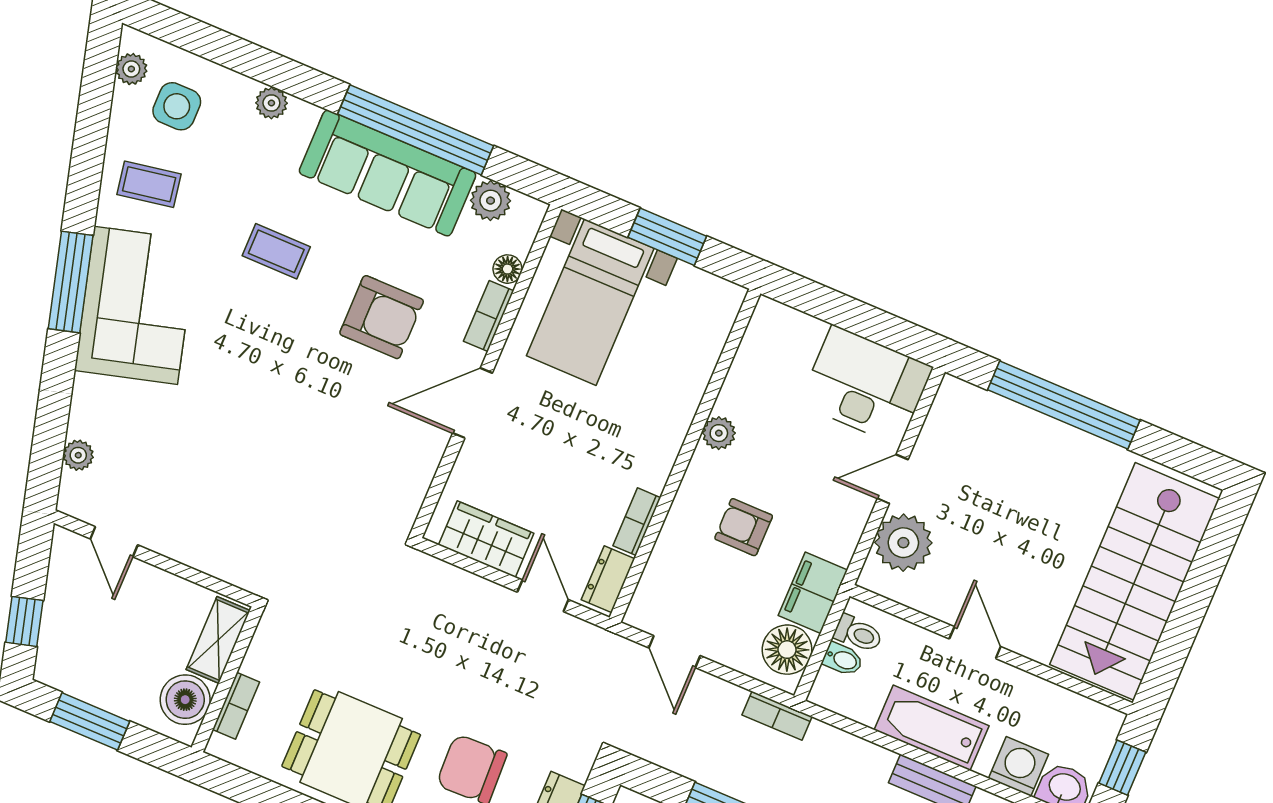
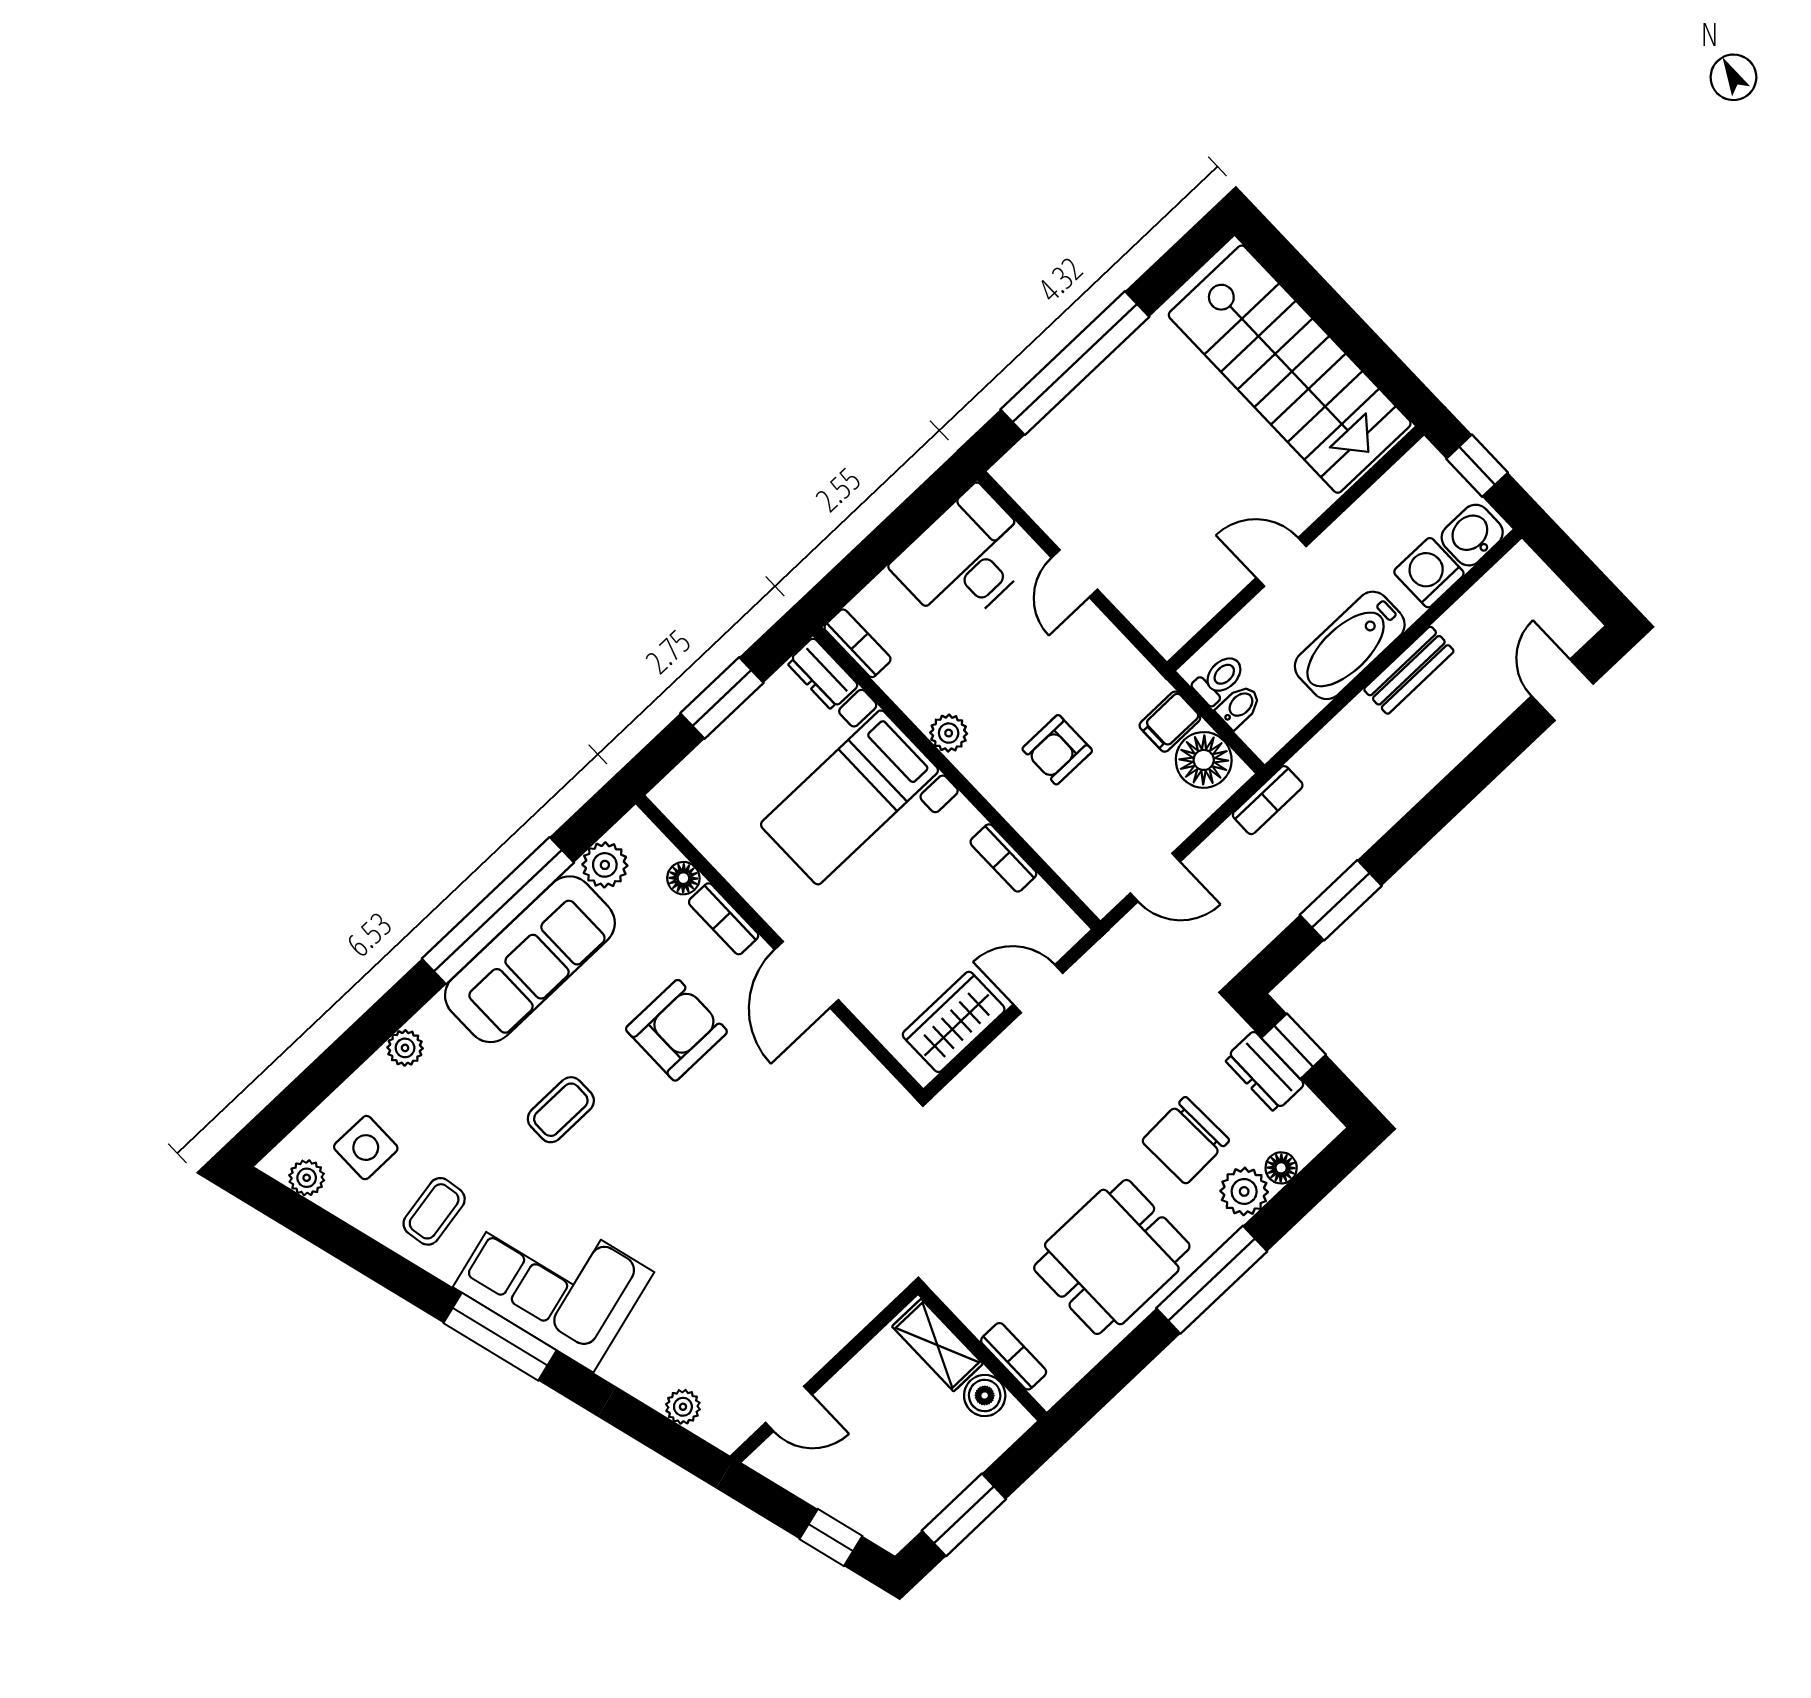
bed with nightstands: (590, 302) -> (849, 797), moved, turned 90
bookcase: (760, 327) -> (858, 643), added
plant: (903, 543) -> (1145, 591), removed
dresser: (608, 579) -> (823, 674), moved
filing cabinet: (813, 593) -> (1170, 722), width x0.50
boiler: (185, 700) -> (985, 1396), width x0.73, depth x0.73

